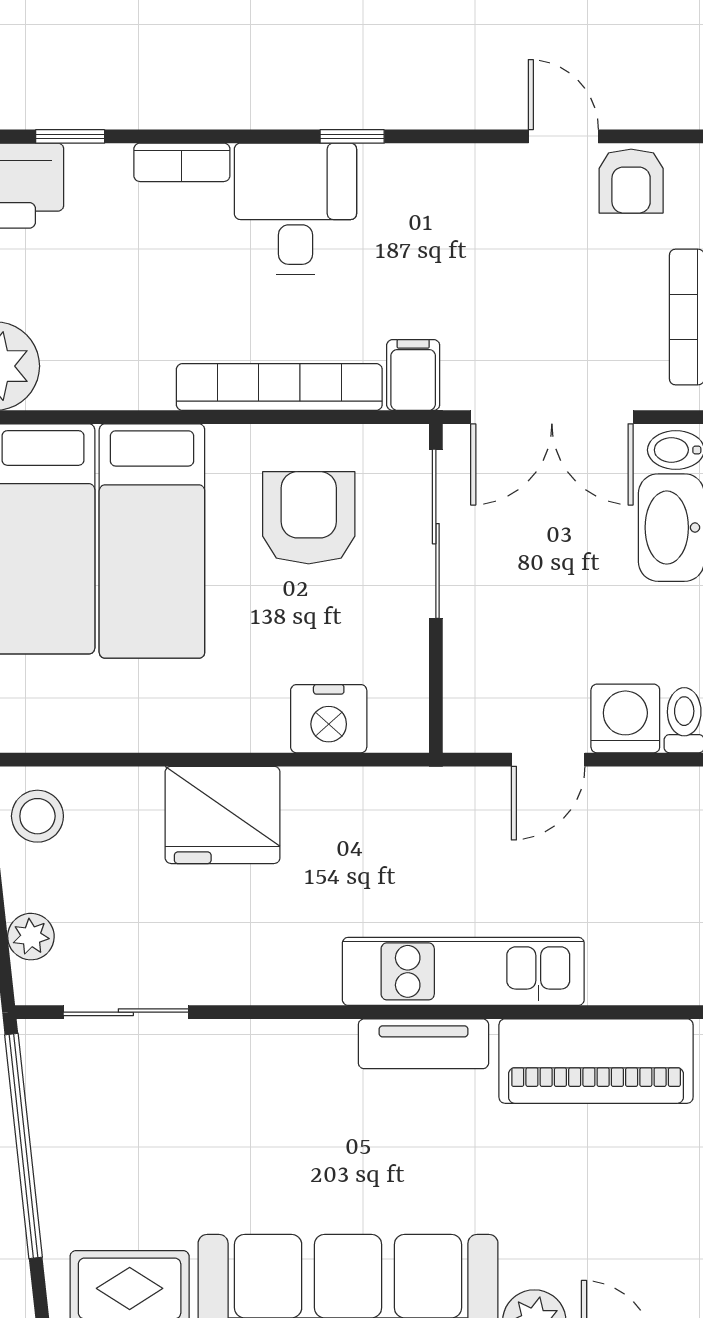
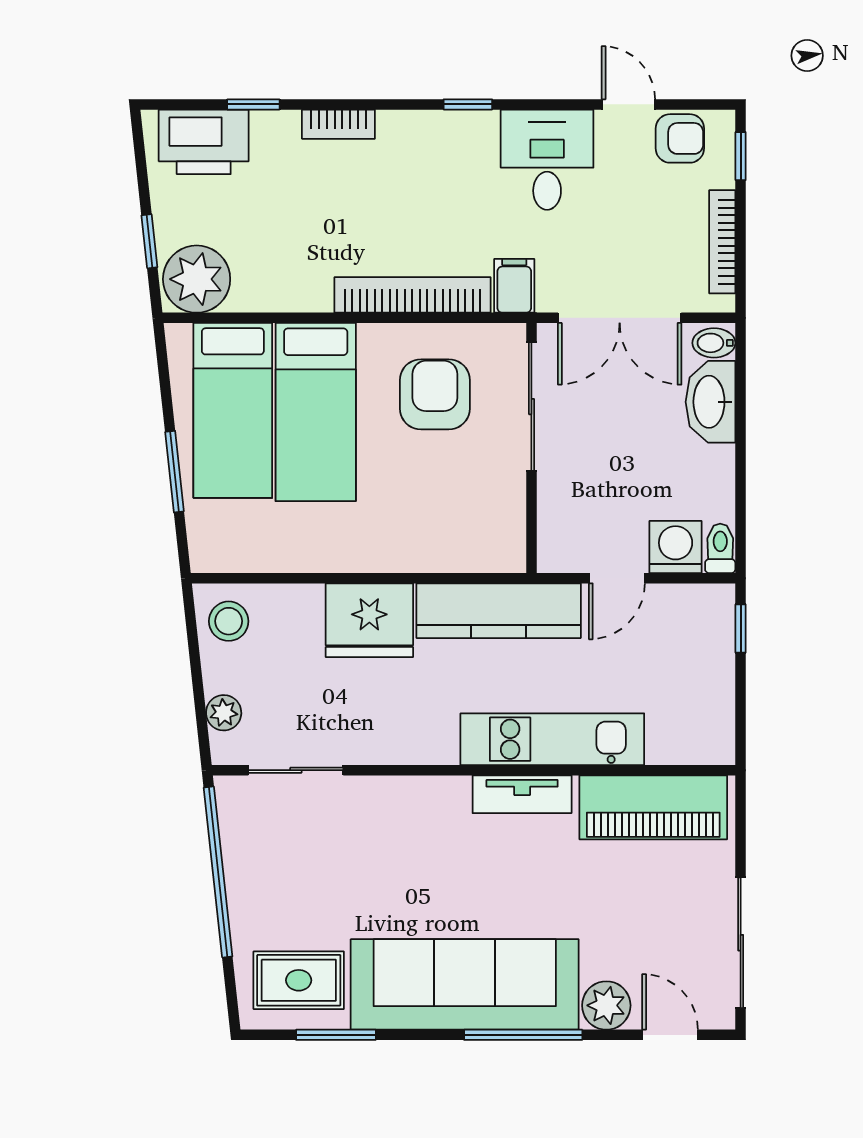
armchair: (631, 181) -> (680, 138), turned -90
desk: (295, 209) -> (547, 160), moved
nightstand: (329, 719) -> (450, 547), removed
kitchen counter: (393, 802) -> (499, 611), added

